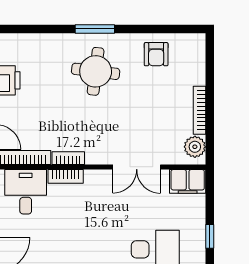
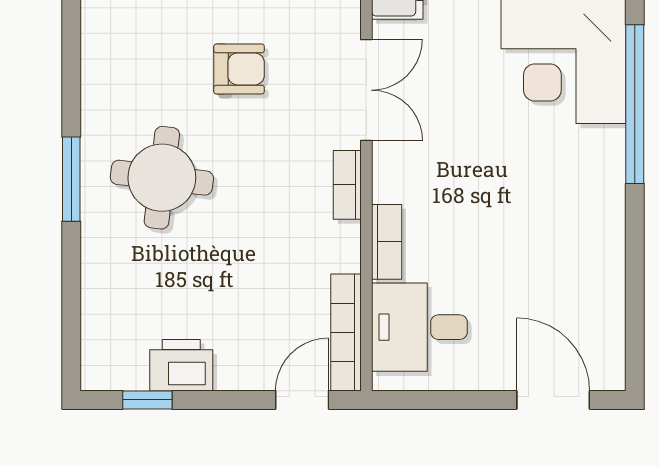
armchair: (156, 54) -> (239, 69), moved
bookcase: (68, 158) -> (347, 185), moved

